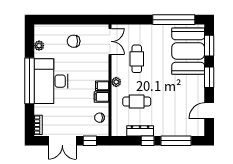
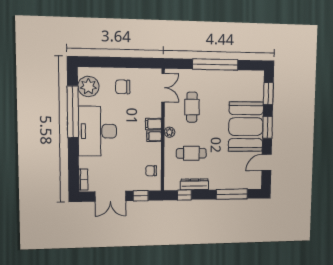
window: (174, 20) -> (215, 64), moved
plant: (39, 46) -> (88, 87), width x1.87, depth x1.87
booth: (188, 51) -> (246, 127), moved
window: (30, 81) -> (73, 112), moved
filing cabinet: (101, 97) -> (154, 124), moved
window: (148, 141) -> (184, 195), moved

